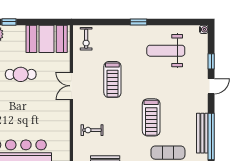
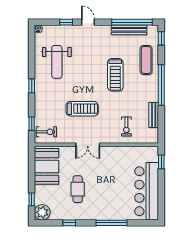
window: (95, 22) -> (32, 124), added
treadmill: (151, 117) -> (115, 75), turned 90

